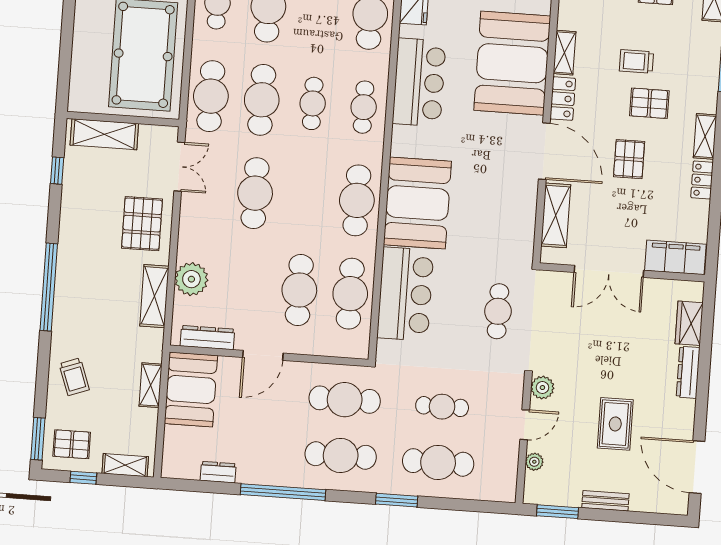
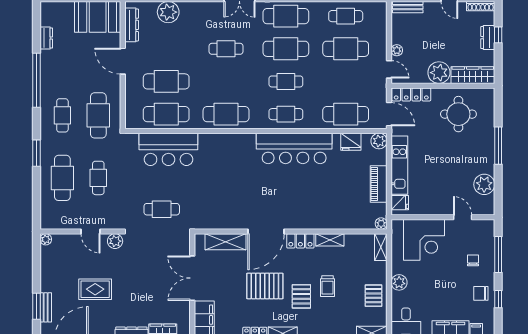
trolley: (636, 61) -> (327, 286), turned 180
booth: (512, 63) -> (321, 207), removed
bar counter: (419, 82) -> (294, 148), width x1.36
pallet: (629, 159) -> (265, 286), width x1.50, depth x1.42
cafe table: (255, 193) -> (226, 49), width x0.73, depth x0.74
booth: (417, 203) -> (227, 153), removed
cafe table: (341, 455) -> (62, 115), width x0.73, depth x0.74
plant: (534, 462) -> (46, 239), moved
bench: (605, 501) -> (46, 307), moved
window: (557, 512) -> (36, 306), moved

